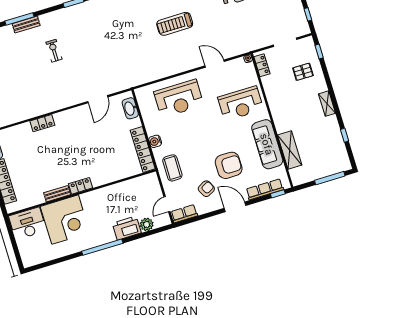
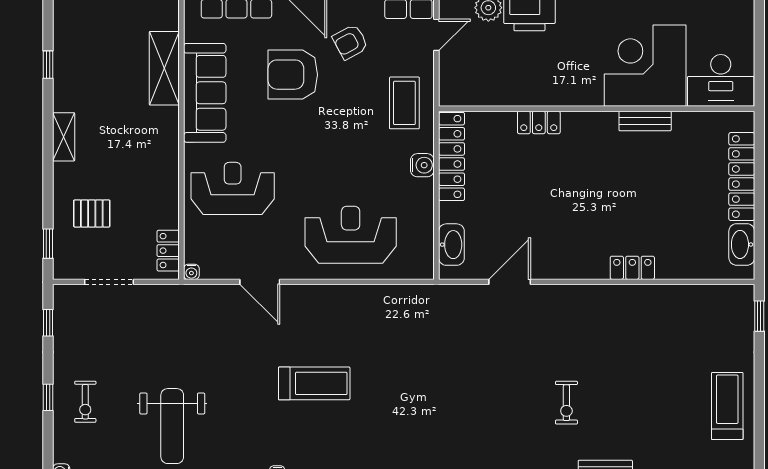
locker: (81, 186) -> (539, 122), moved

